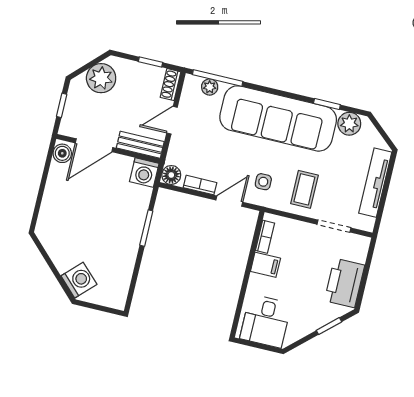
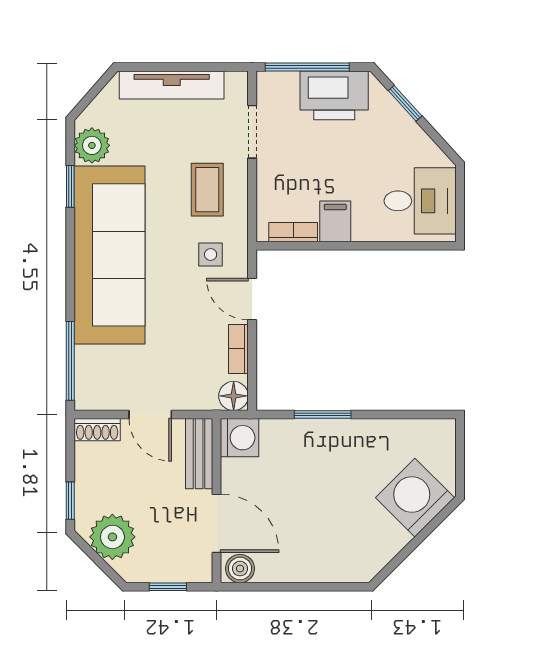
window: (151, 62) -> (70, 501), moved
plant: (210, 87) -> (87, 370), removed
coffee table: (304, 189) -> (207, 190), turned 90
window: (366, 270) -> (307, 67), added
washing machine: (79, 280) -> (415, 498), width x1.37, depth x1.37

